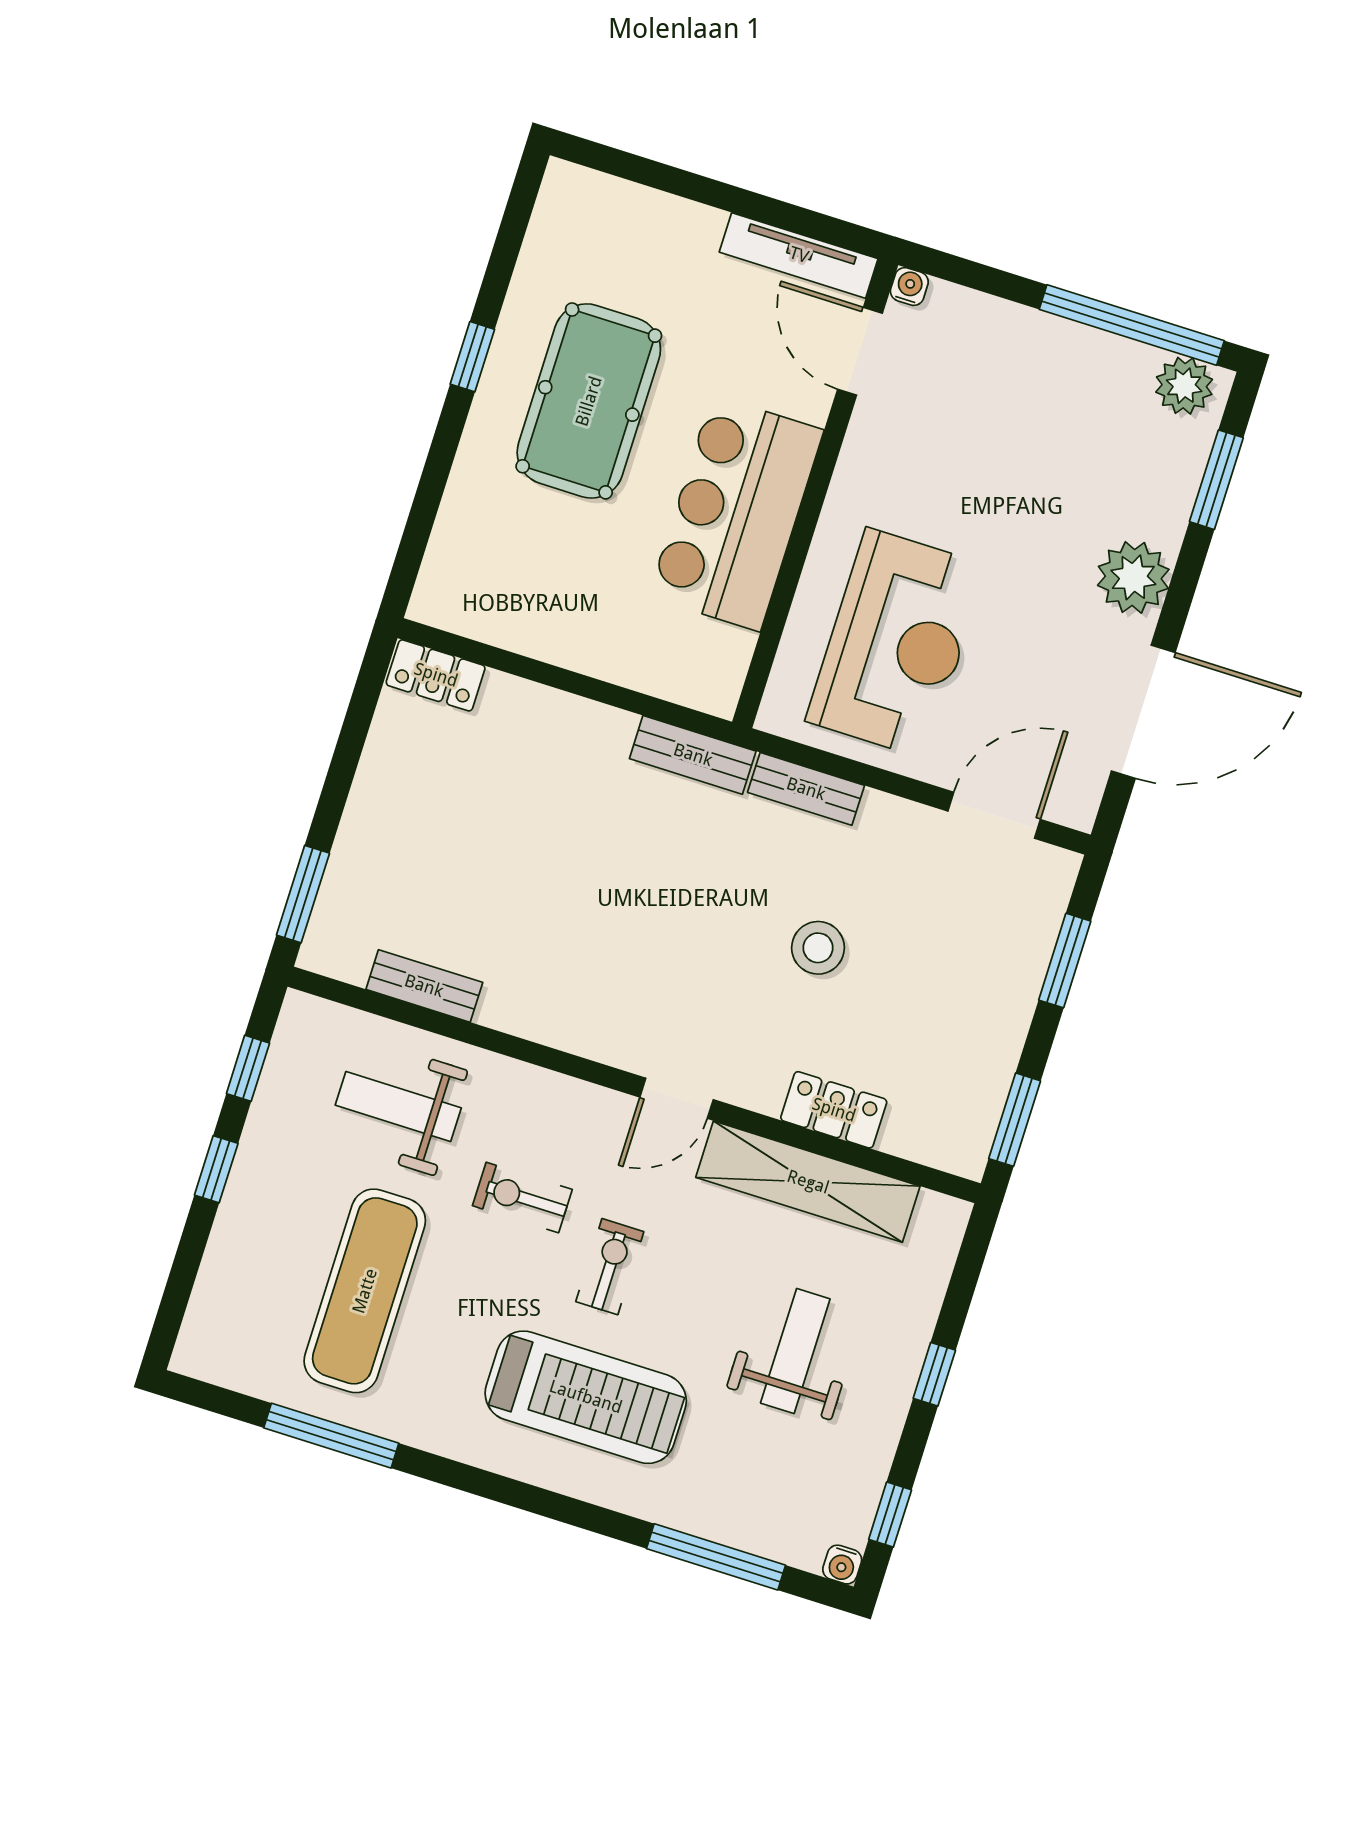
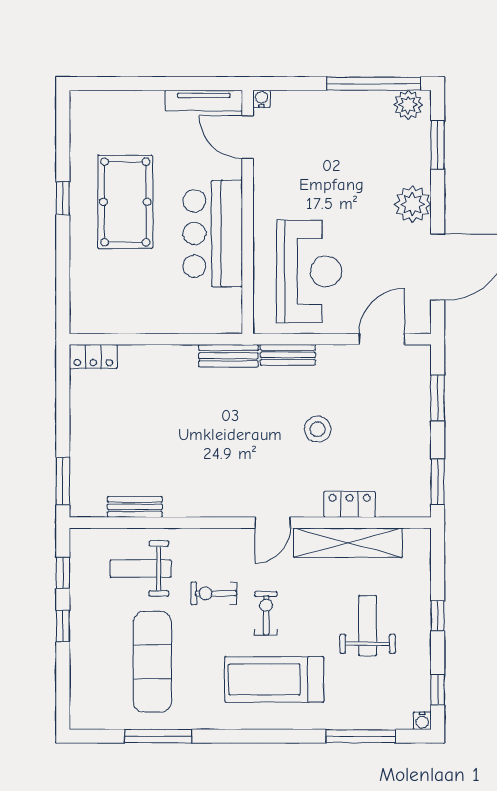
treadmill: (586, 1397) -> (274, 679), turned 180

